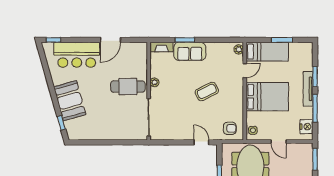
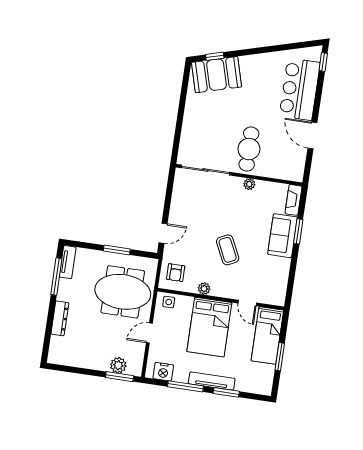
plant: (239, 49) -> (204, 289), moved
booth: (70, 101) -> (216, 75), moved
plant: (307, 161) -> (118, 365), added

